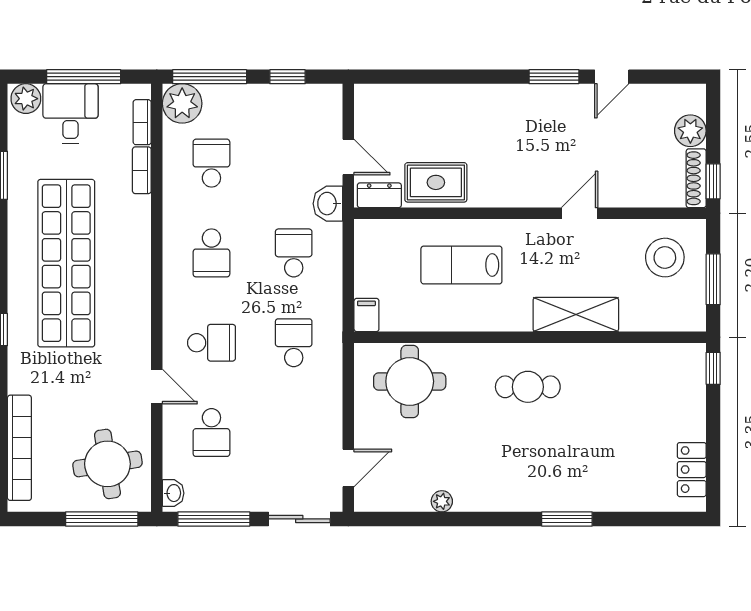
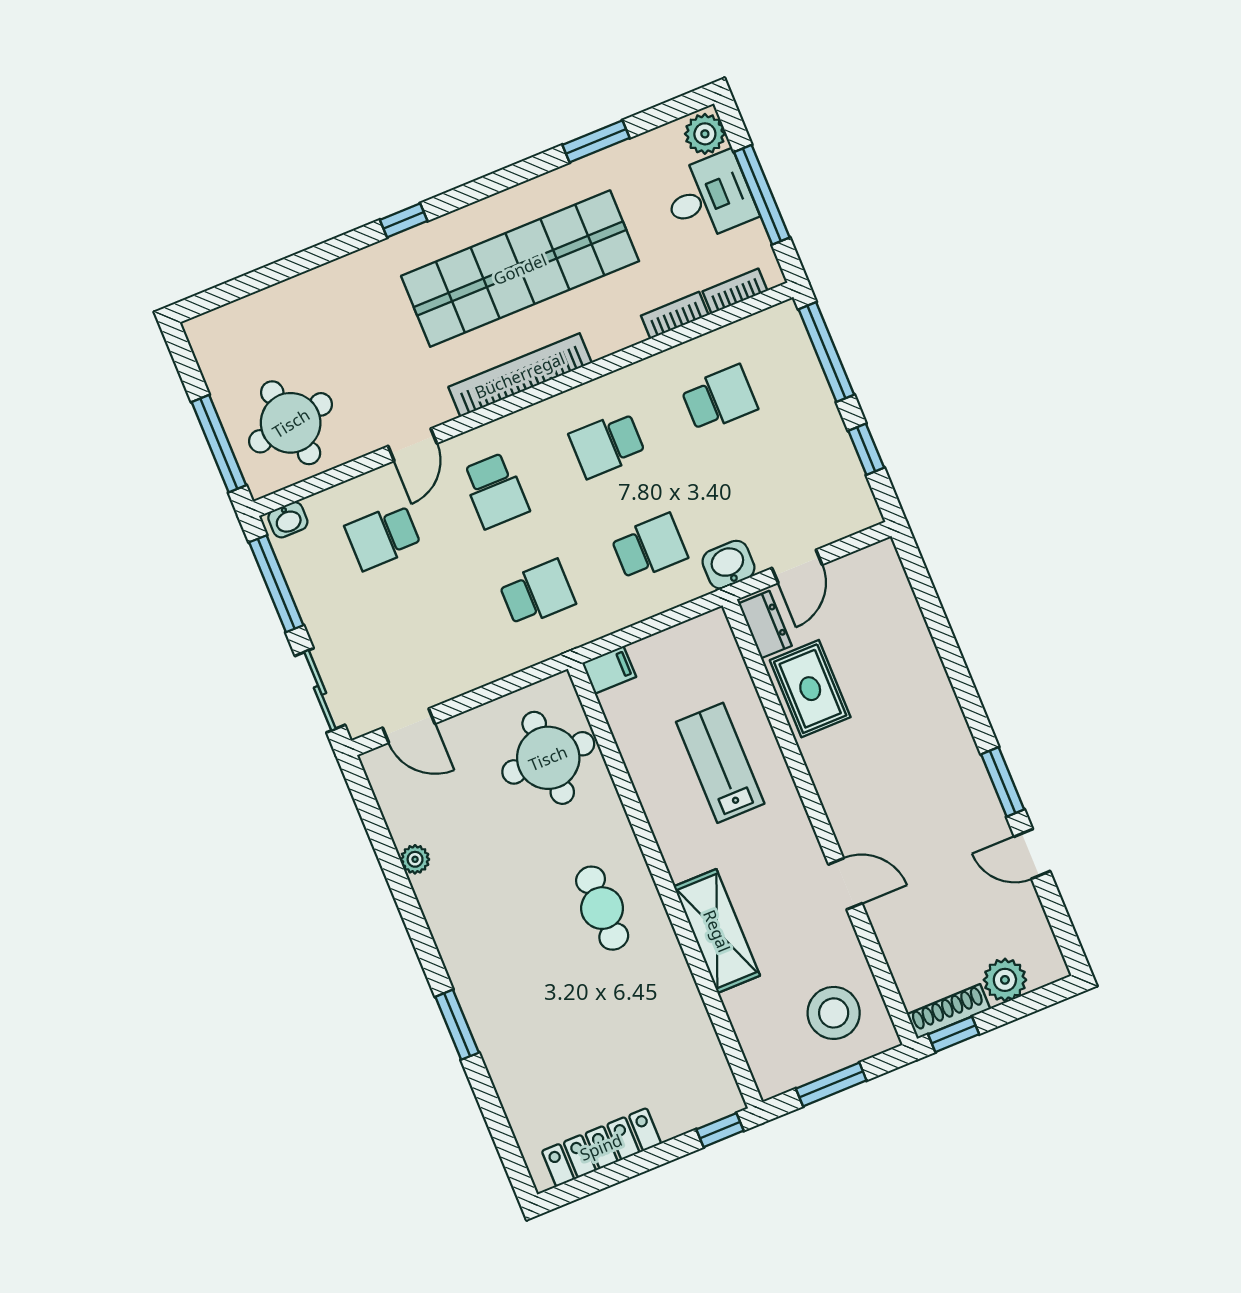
plant: (182, 103) -> (779, 331), removed
bookcase: (19, 448) -> (520, 375), moved, turned 180
locker: (692, 470) -> (601, 1147), width x1.53

